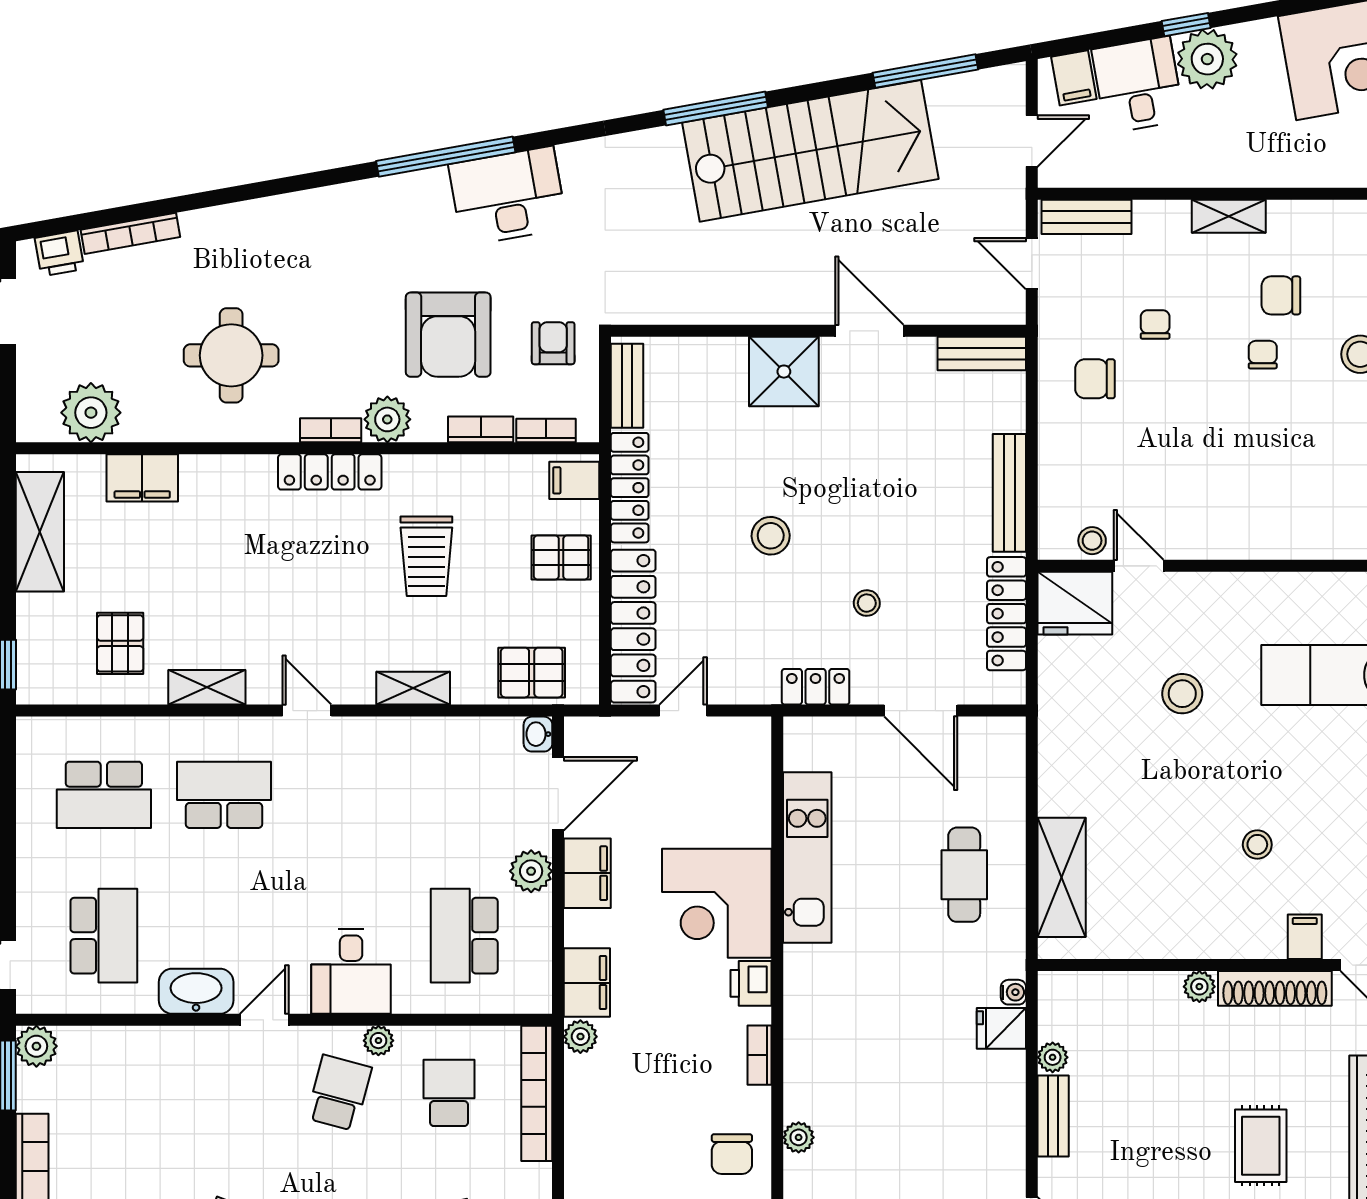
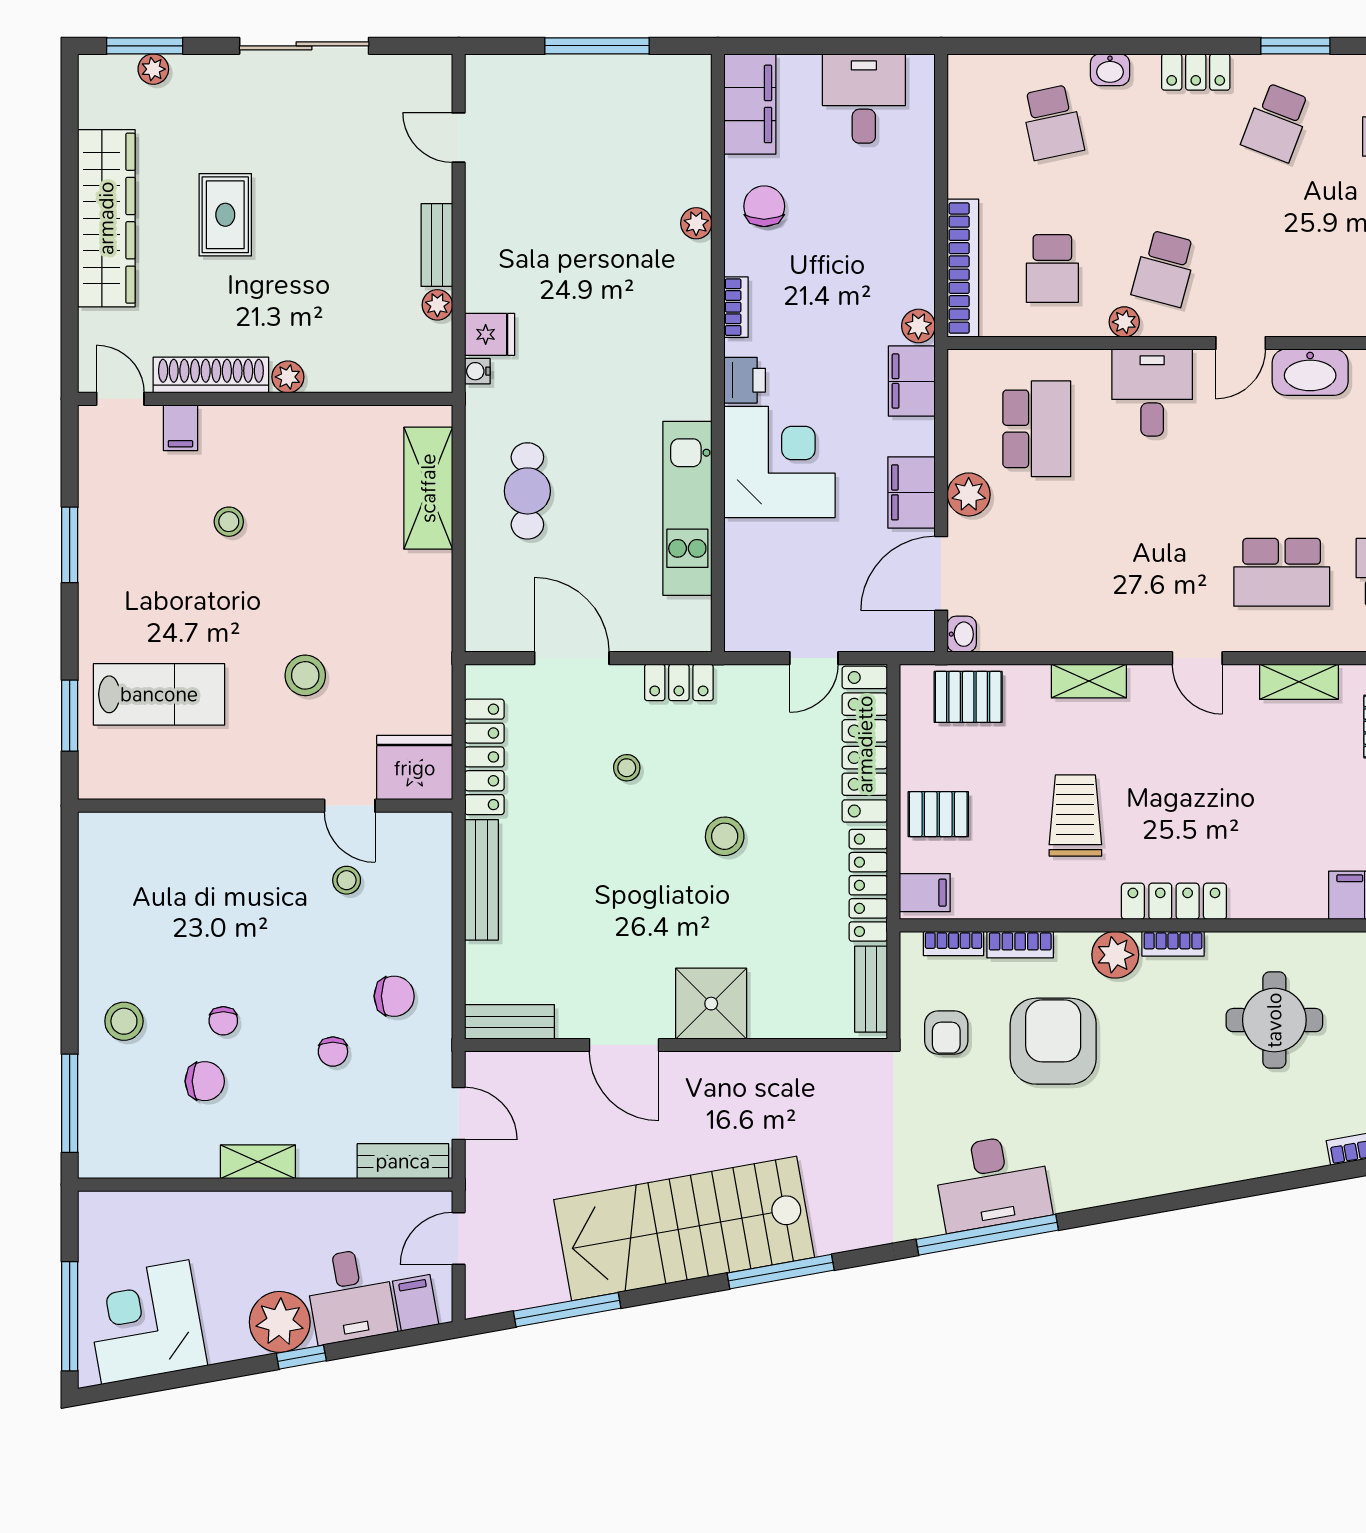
window: (446, 157) -> (987, 1235), moved
stool: (1092, 541) -> (347, 880), moved

